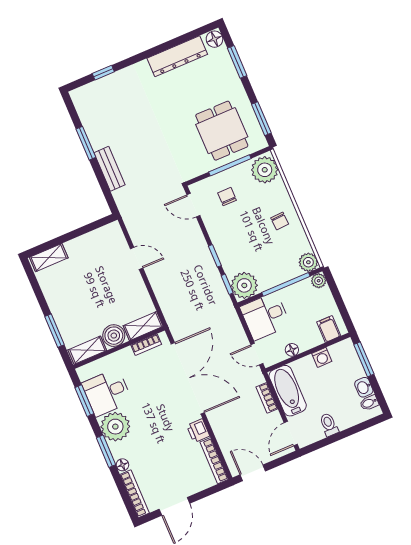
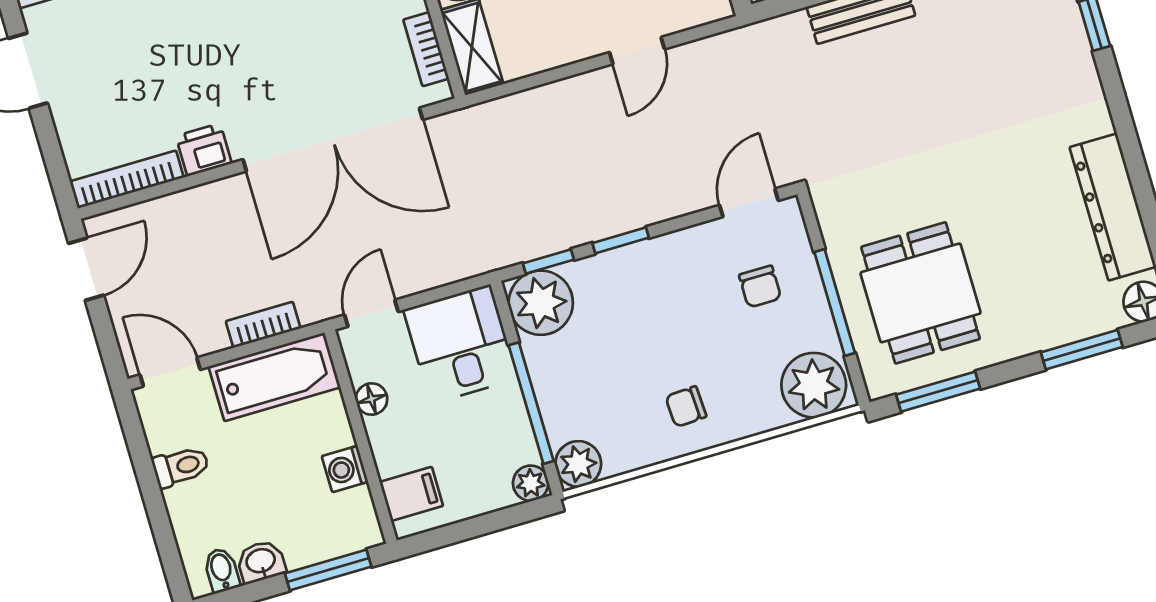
dining table: (222, 131) -> (921, 293), turned 90
chair: (227, 197) -> (760, 287), turned 90

